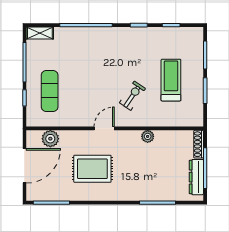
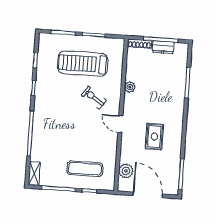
treadmill: (171, 80) -> (83, 64), width x1.37, depth x1.38
rug: (92, 169) -> (154, 137), width x0.73, depth x0.70
dresser: (196, 177) -> (163, 47), width x0.70

